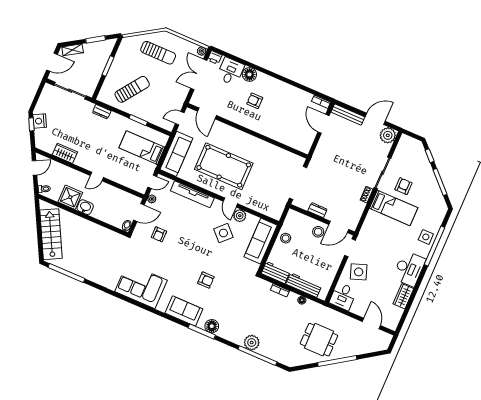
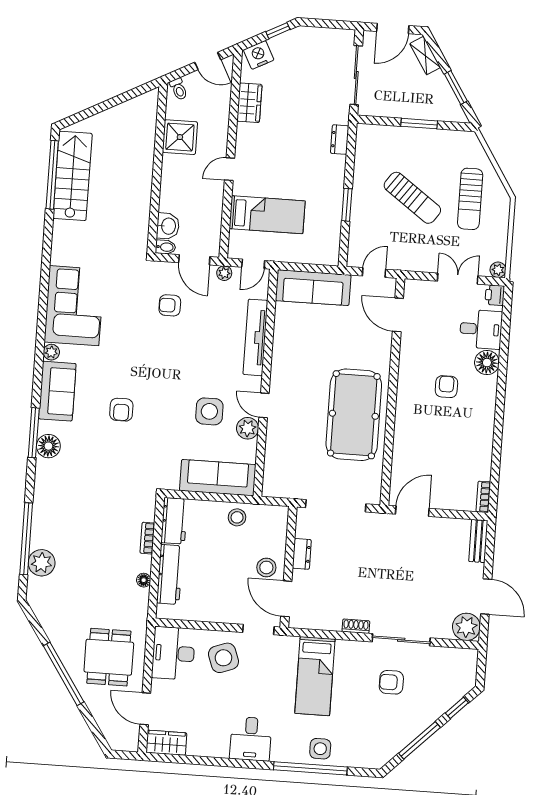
door: (52, 62) -> (393, 28), hinge flipped
double door: (199, 74) -> (458, 279), width x0.73
sun lounger: (132, 89) -> (412, 198), moved
door: (207, 113) -> (398, 315), hinge flipped
bench: (348, 115) -> (478, 541), width x0.73
door: (180, 118) -> (374, 273), hinge flipped
nightstand: (40, 121) -> (259, 55), moved
door: (324, 124) -> (412, 511), moved
bed: (142, 148) -> (267, 215), moved, turned 90
pool table: (224, 166) -> (354, 415), moved
door: (97, 177) -> (230, 169), hinge flipped
door: (152, 182) -> (253, 264), hinge flipped
armchair: (403, 186) -> (391, 682), turned 180
door: (230, 202) -> (264, 405), hinge flipped
washbasin: (85, 207) -> (168, 226), moved
bed: (394, 208) -> (315, 676), moved
side table: (223, 233) -> (209, 411), turned 45
stairs: (51, 234) -> (73, 176), moved, turned -62
desk: (409, 269) -> (251, 739), width x0.73
desk: (343, 296) -> (173, 653), width x1.37
wardrobe: (403, 296) -> (166, 743), moved
plant: (162, 307) -> (51, 352), added
door: (371, 324) -> (145, 709), swing flipped
dining table: (319, 340) -> (109, 657), moved
plant: (252, 343) -> (42, 563), moved

